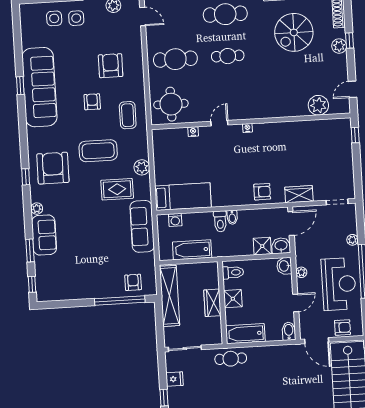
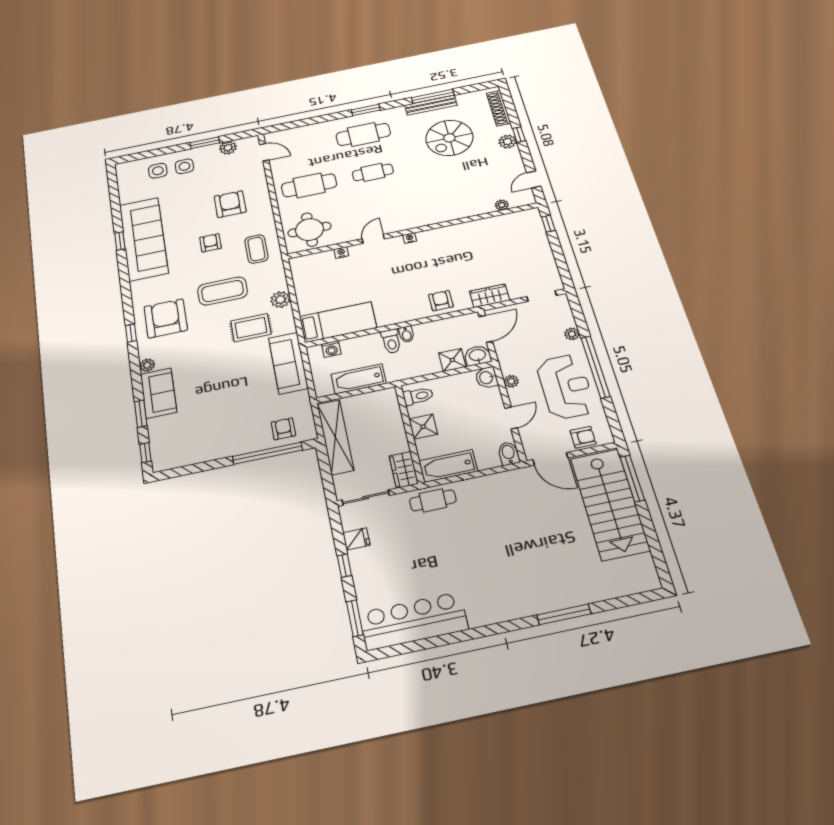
plant: (318, 105) -> (502, 205), width x0.53, depth x0.53
armchair: (262, 192) -> (441, 301), turned -90
wardrobe: (212, 303) -> (404, 470), moved

